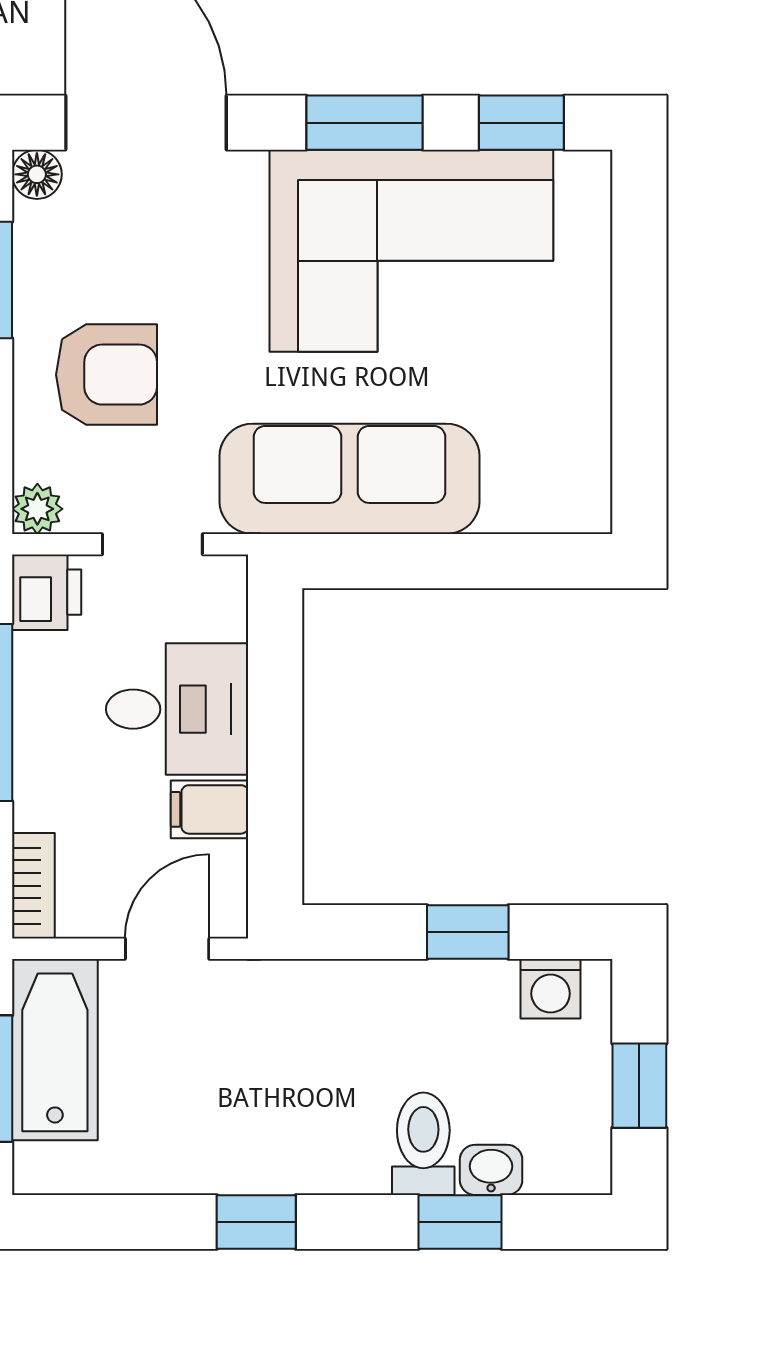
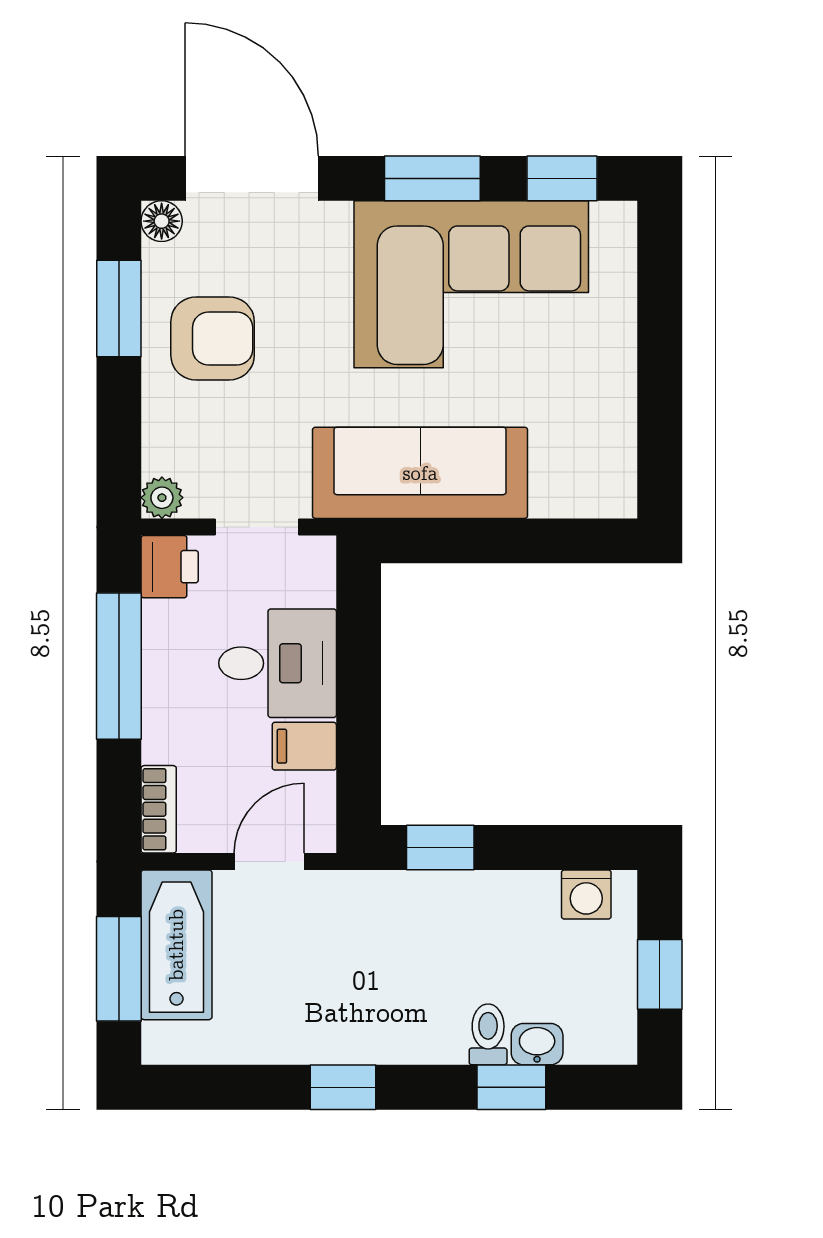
armchair: (107, 375) -> (213, 338), moved
window: (468, 932) -> (440, 848), moved
toilet: (423, 1144) -> (488, 1034), width x0.73, depth x0.72

